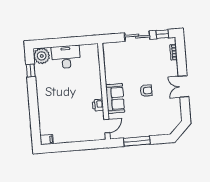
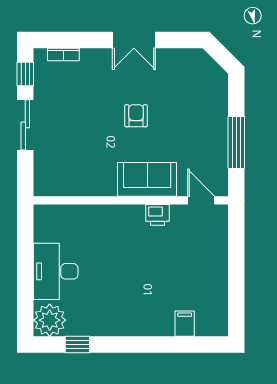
filing cabinet: (47, 140) -> (185, 324), moved

